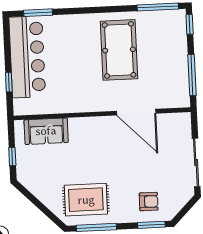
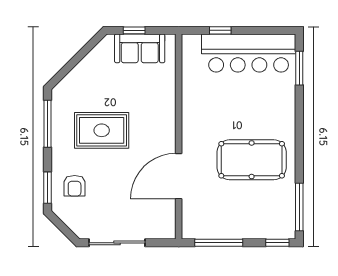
sofa: (46, 131) -> (140, 48), moved, turned -90
rug: (86, 200) -> (102, 130), moved, turned 90

